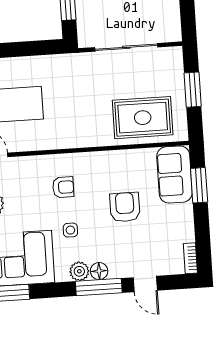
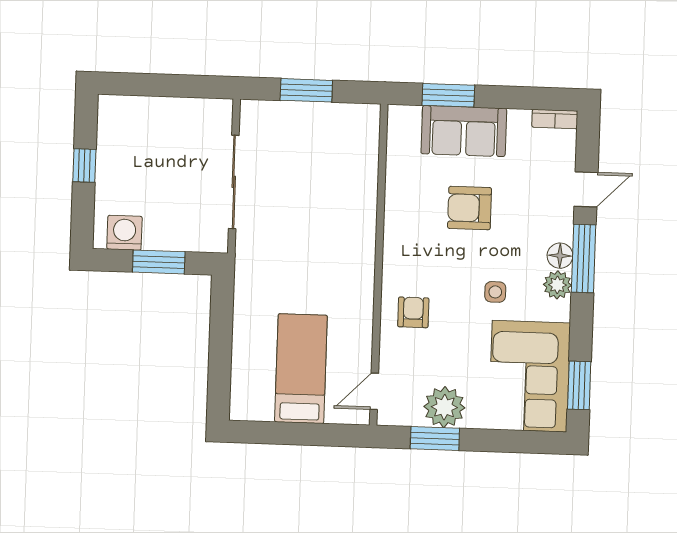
rug: (143, 118) -> (340, 168), removed
sofa: (175, 174) -> (464, 131), moved
armchair: (63, 187) -> (413, 312), moved

